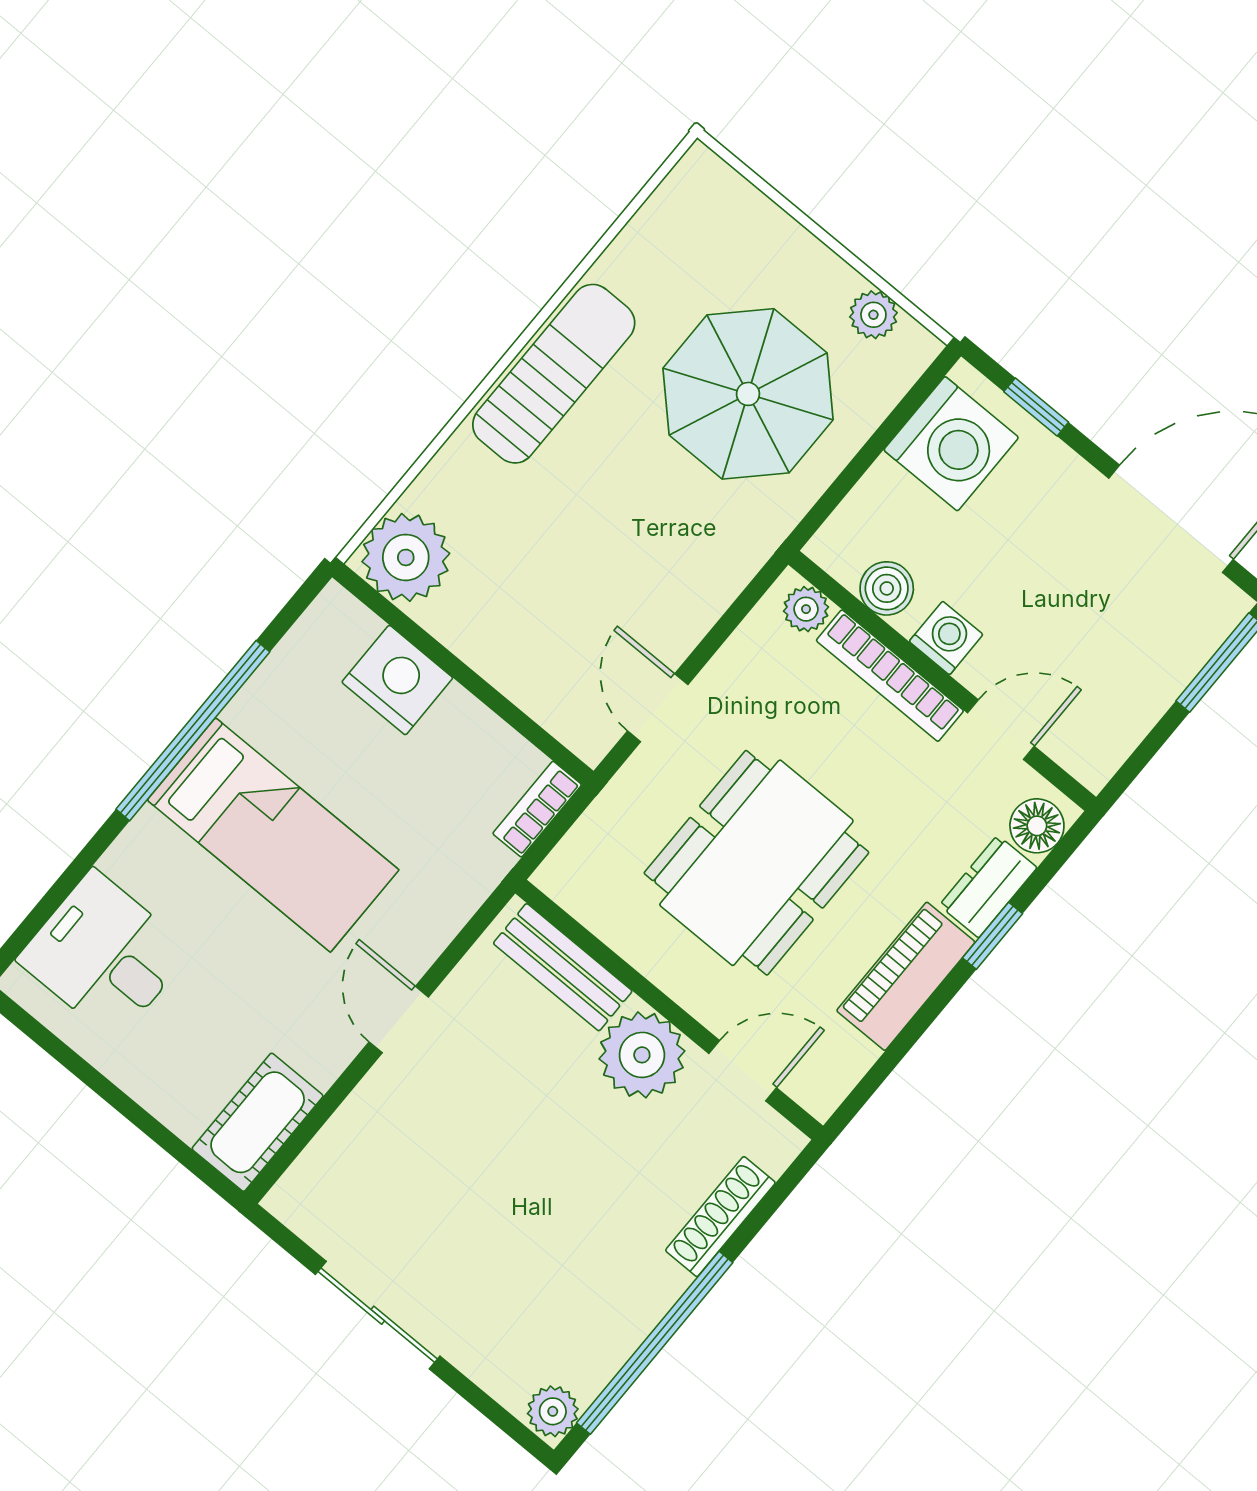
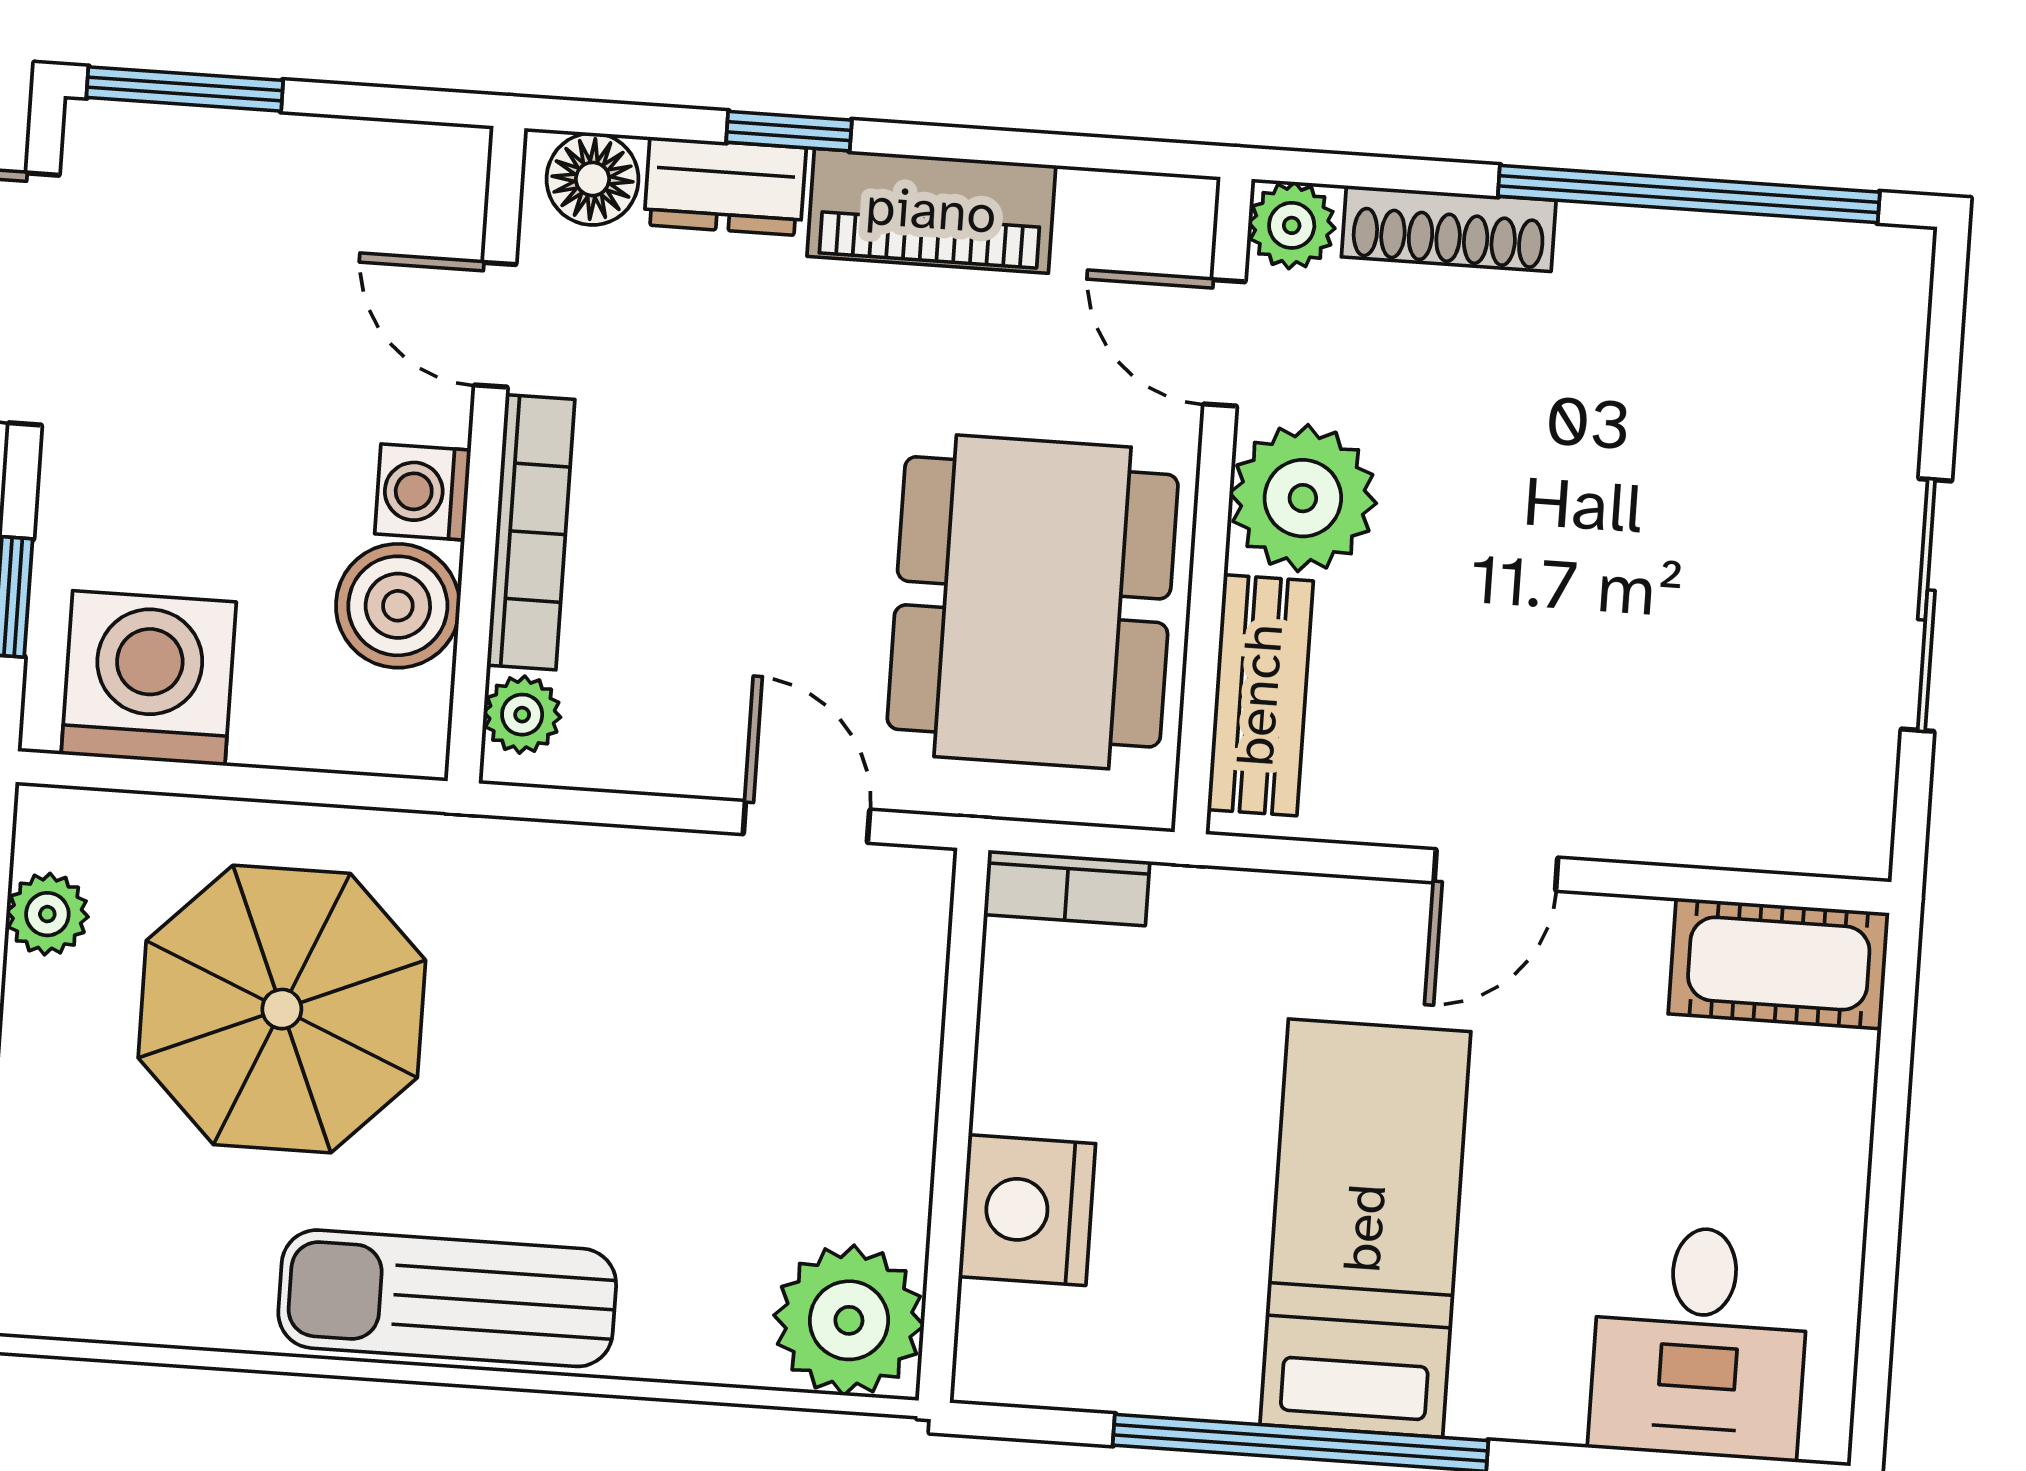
boiler: (887, 588) -> (398, 606), width x1.36, depth x1.36
door: (658, 708) -> (806, 822), swing flipped
dining table: (756, 863) -> (1033, 602), moved, turned 90
plant: (553, 1411) -> (1292, 225), moved

